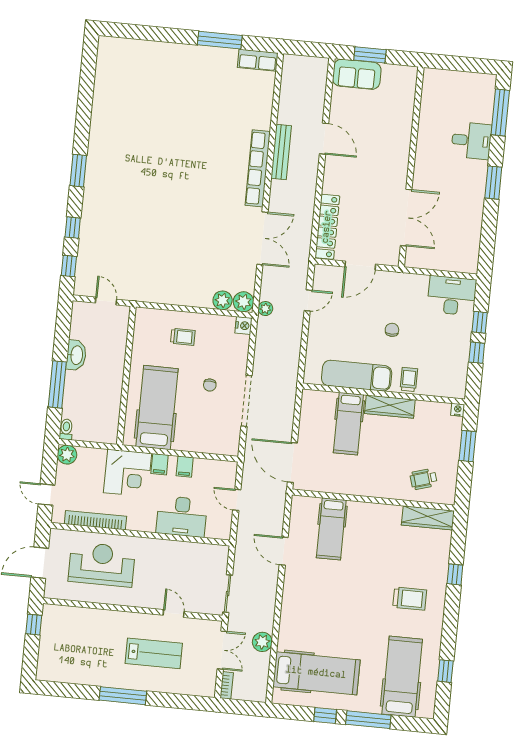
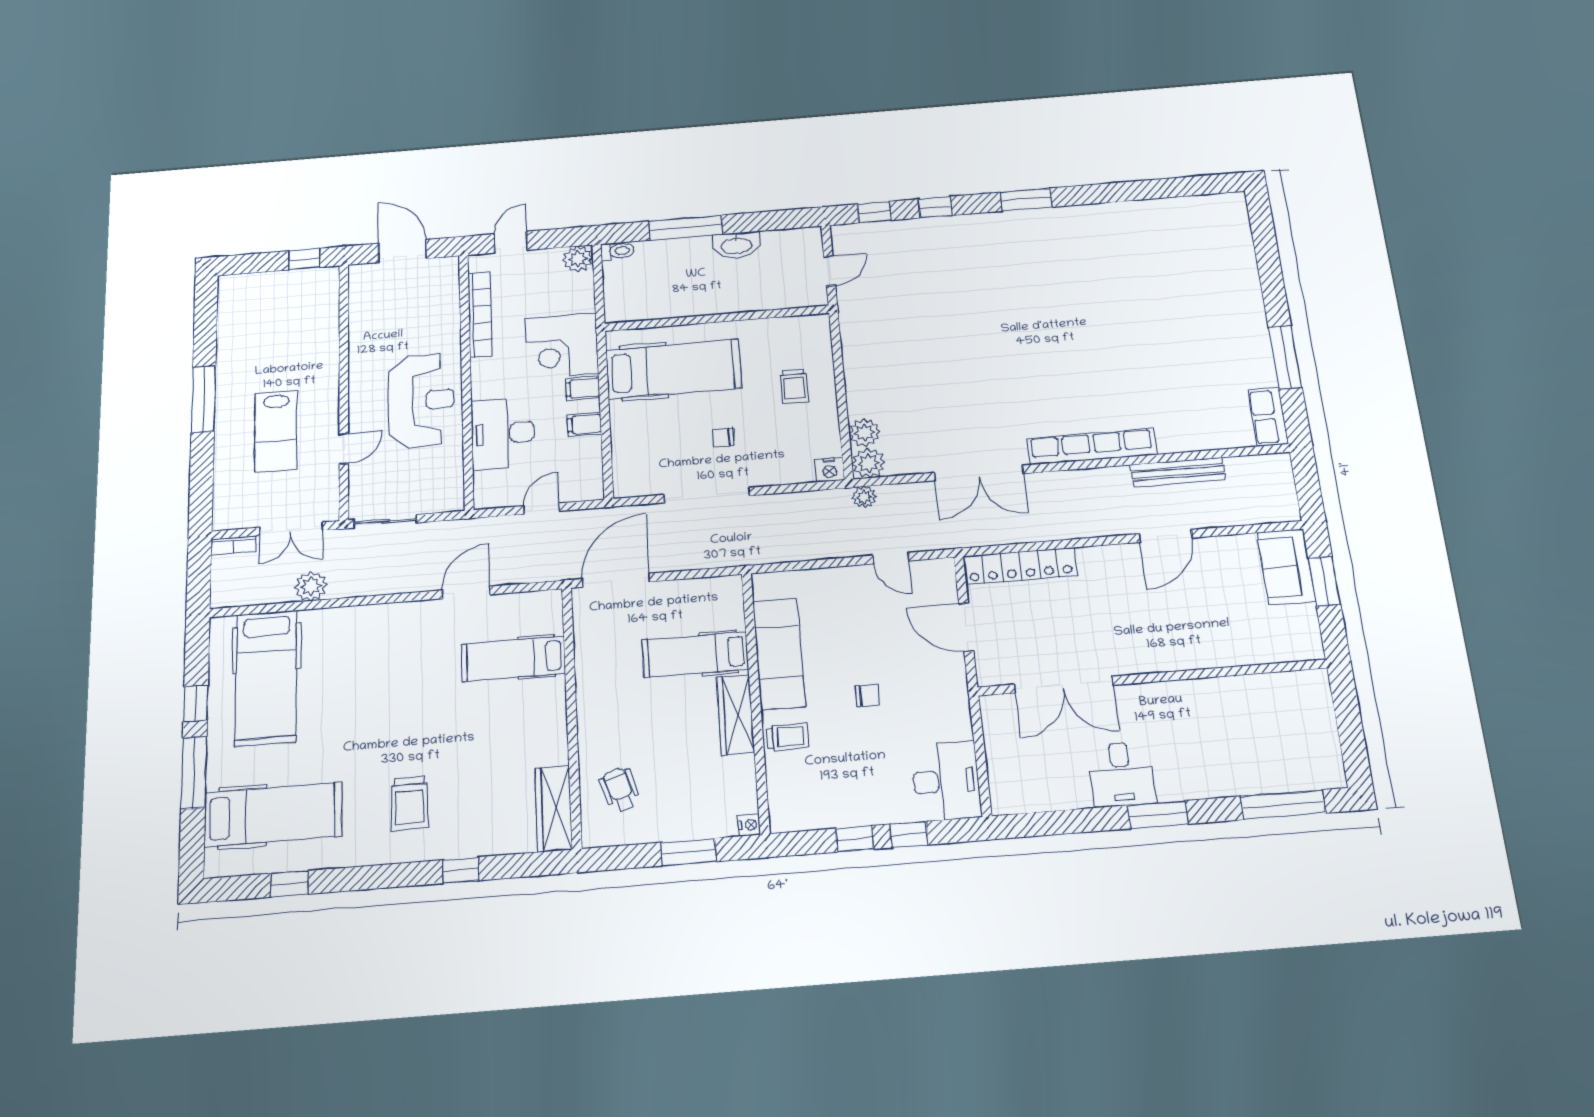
desk: (471, 141) -> (1121, 774), moved
bench: (281, 152) -> (1178, 472), moved
reception desk: (102, 564) -> (421, 400), moved

